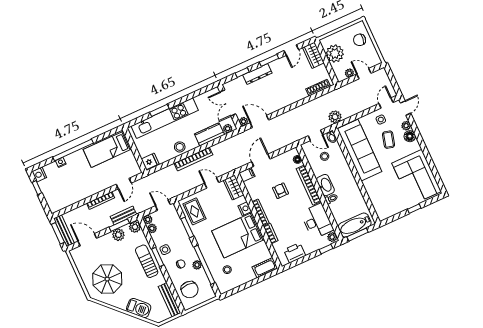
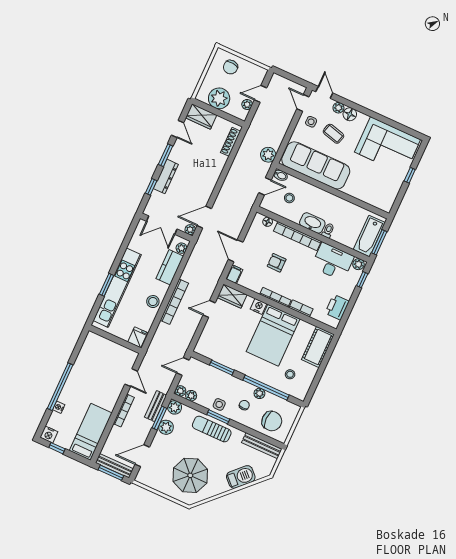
bed: (107, 149) -> (91, 432), moved, turned 180
rug: (195, 211) -> (216, 348), removed
cot: (265, 268) -> (318, 347), width x1.37, depth x1.34

